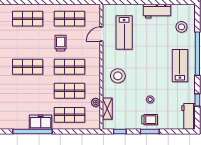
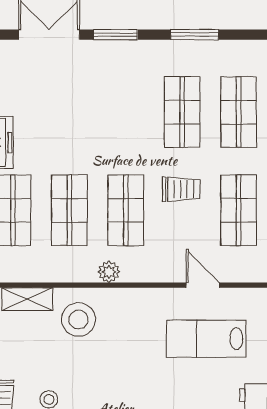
shop shelf: (28, 67) -> (182, 112), moved
stool: (118, 76) -> (78, 320), moved
plant: (96, 102) -> (109, 272), moved

